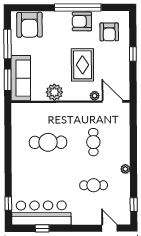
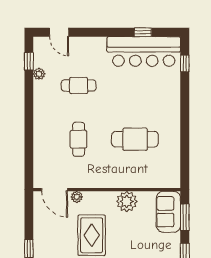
sofa: (21, 78) -> (168, 212), width x0.73
plant: (125, 169) -> (39, 74), moved

